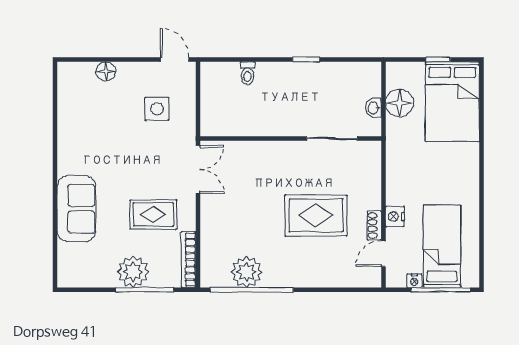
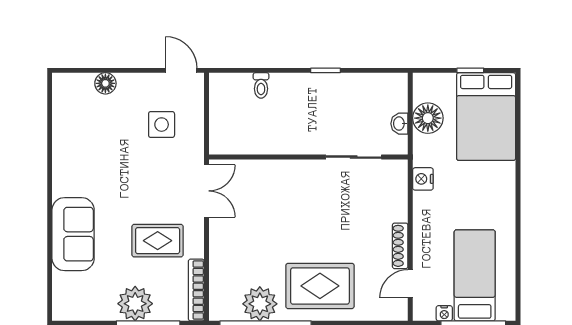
rug: (316, 215) -> (320, 286), moved
nightstand: (395, 217) -> (423, 179), moved
shoe rack: (374, 226) -> (400, 246), width x1.43

